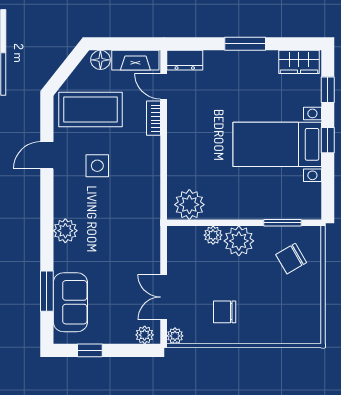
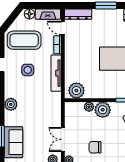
dresser: (185, 60) -> (78, 14), width x1.44
tv unit: (151, 172) -> (56, 73), added

